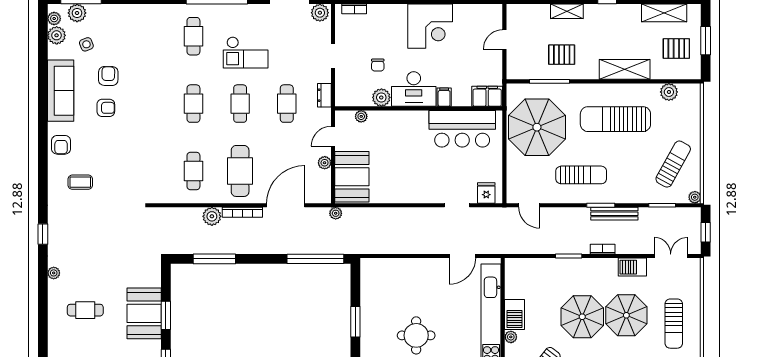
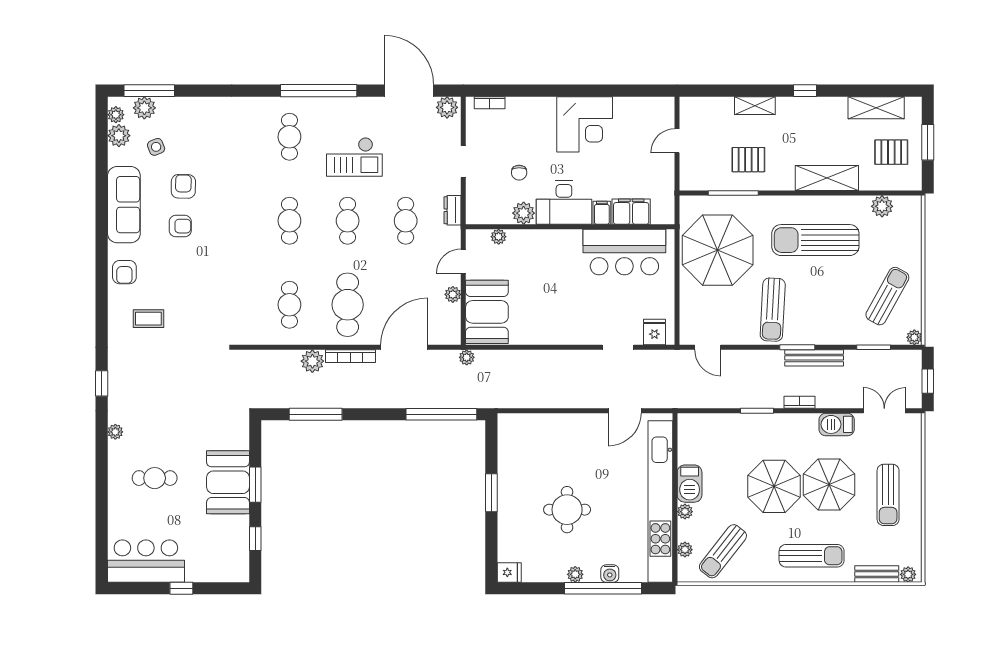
filing cabinet: (487, 96) -> (631, 212), moved
sun lounger: (581, 175) -> (773, 310), turned 93

